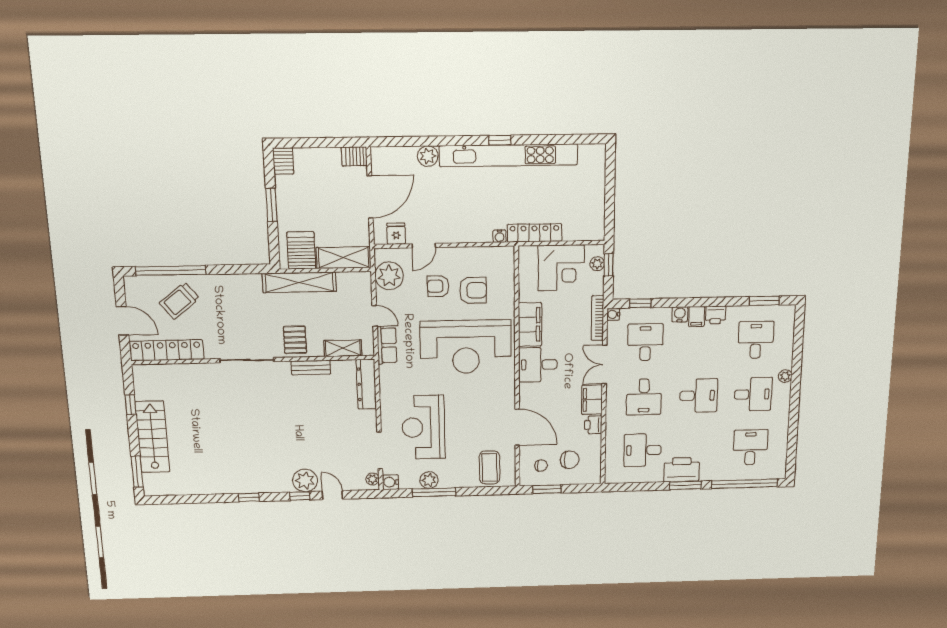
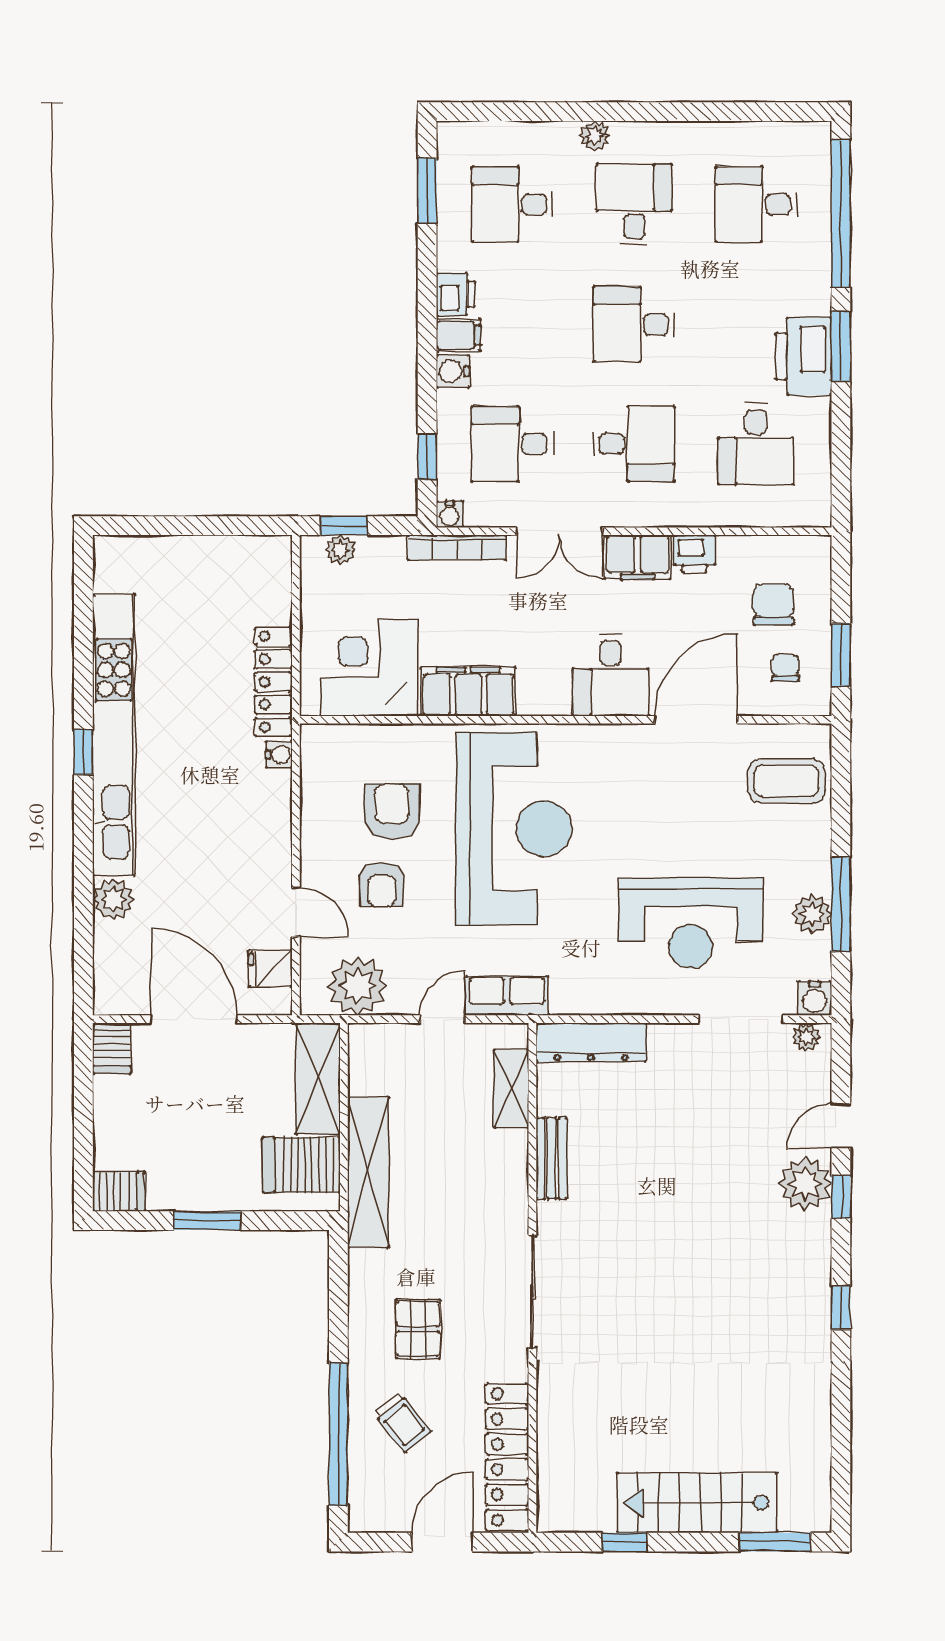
corner desk: (561, 268) -> (370, 668), moved, turned -90
trolley: (179, 301) -> (402, 1422), width x0.73, depth x0.72
pallet: (295, 340) -> (418, 1329), moved, turned 90
desk: (538, 365) -> (611, 675), moved
desk: (699, 396) -> (634, 324), turned -90

